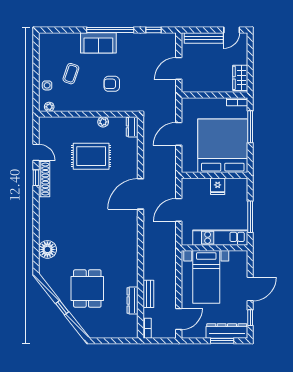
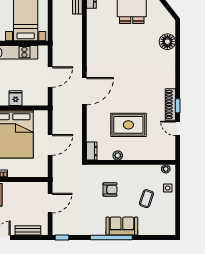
window: (153, 30) -> (62, 237), moved
bench: (204, 38) -> (28, 230), width x0.73

